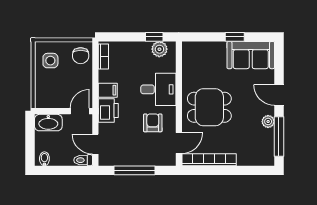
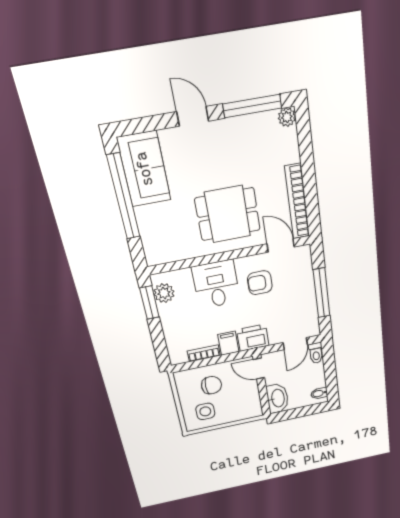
window: (154, 37) -> (149, 303), width x1.50
window: (235, 37) -> (124, 197), width x3.17
chair: (81, 56) -> (211, 385), moved
bookcase: (103, 56) -> (204, 353), moved
door: (279, 95) -> (193, 116), swing flipped
dining table: (209, 107) -> (228, 214), turned 90
plant: (268, 121) -> (287, 117), moved

